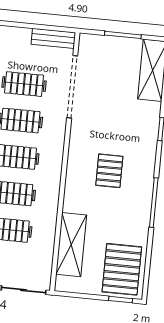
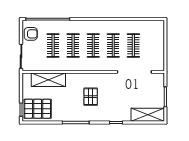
bench: (53, 38) -> (160, 59), removed
pallet: (109, 171) -> (91, 97), turned 90

